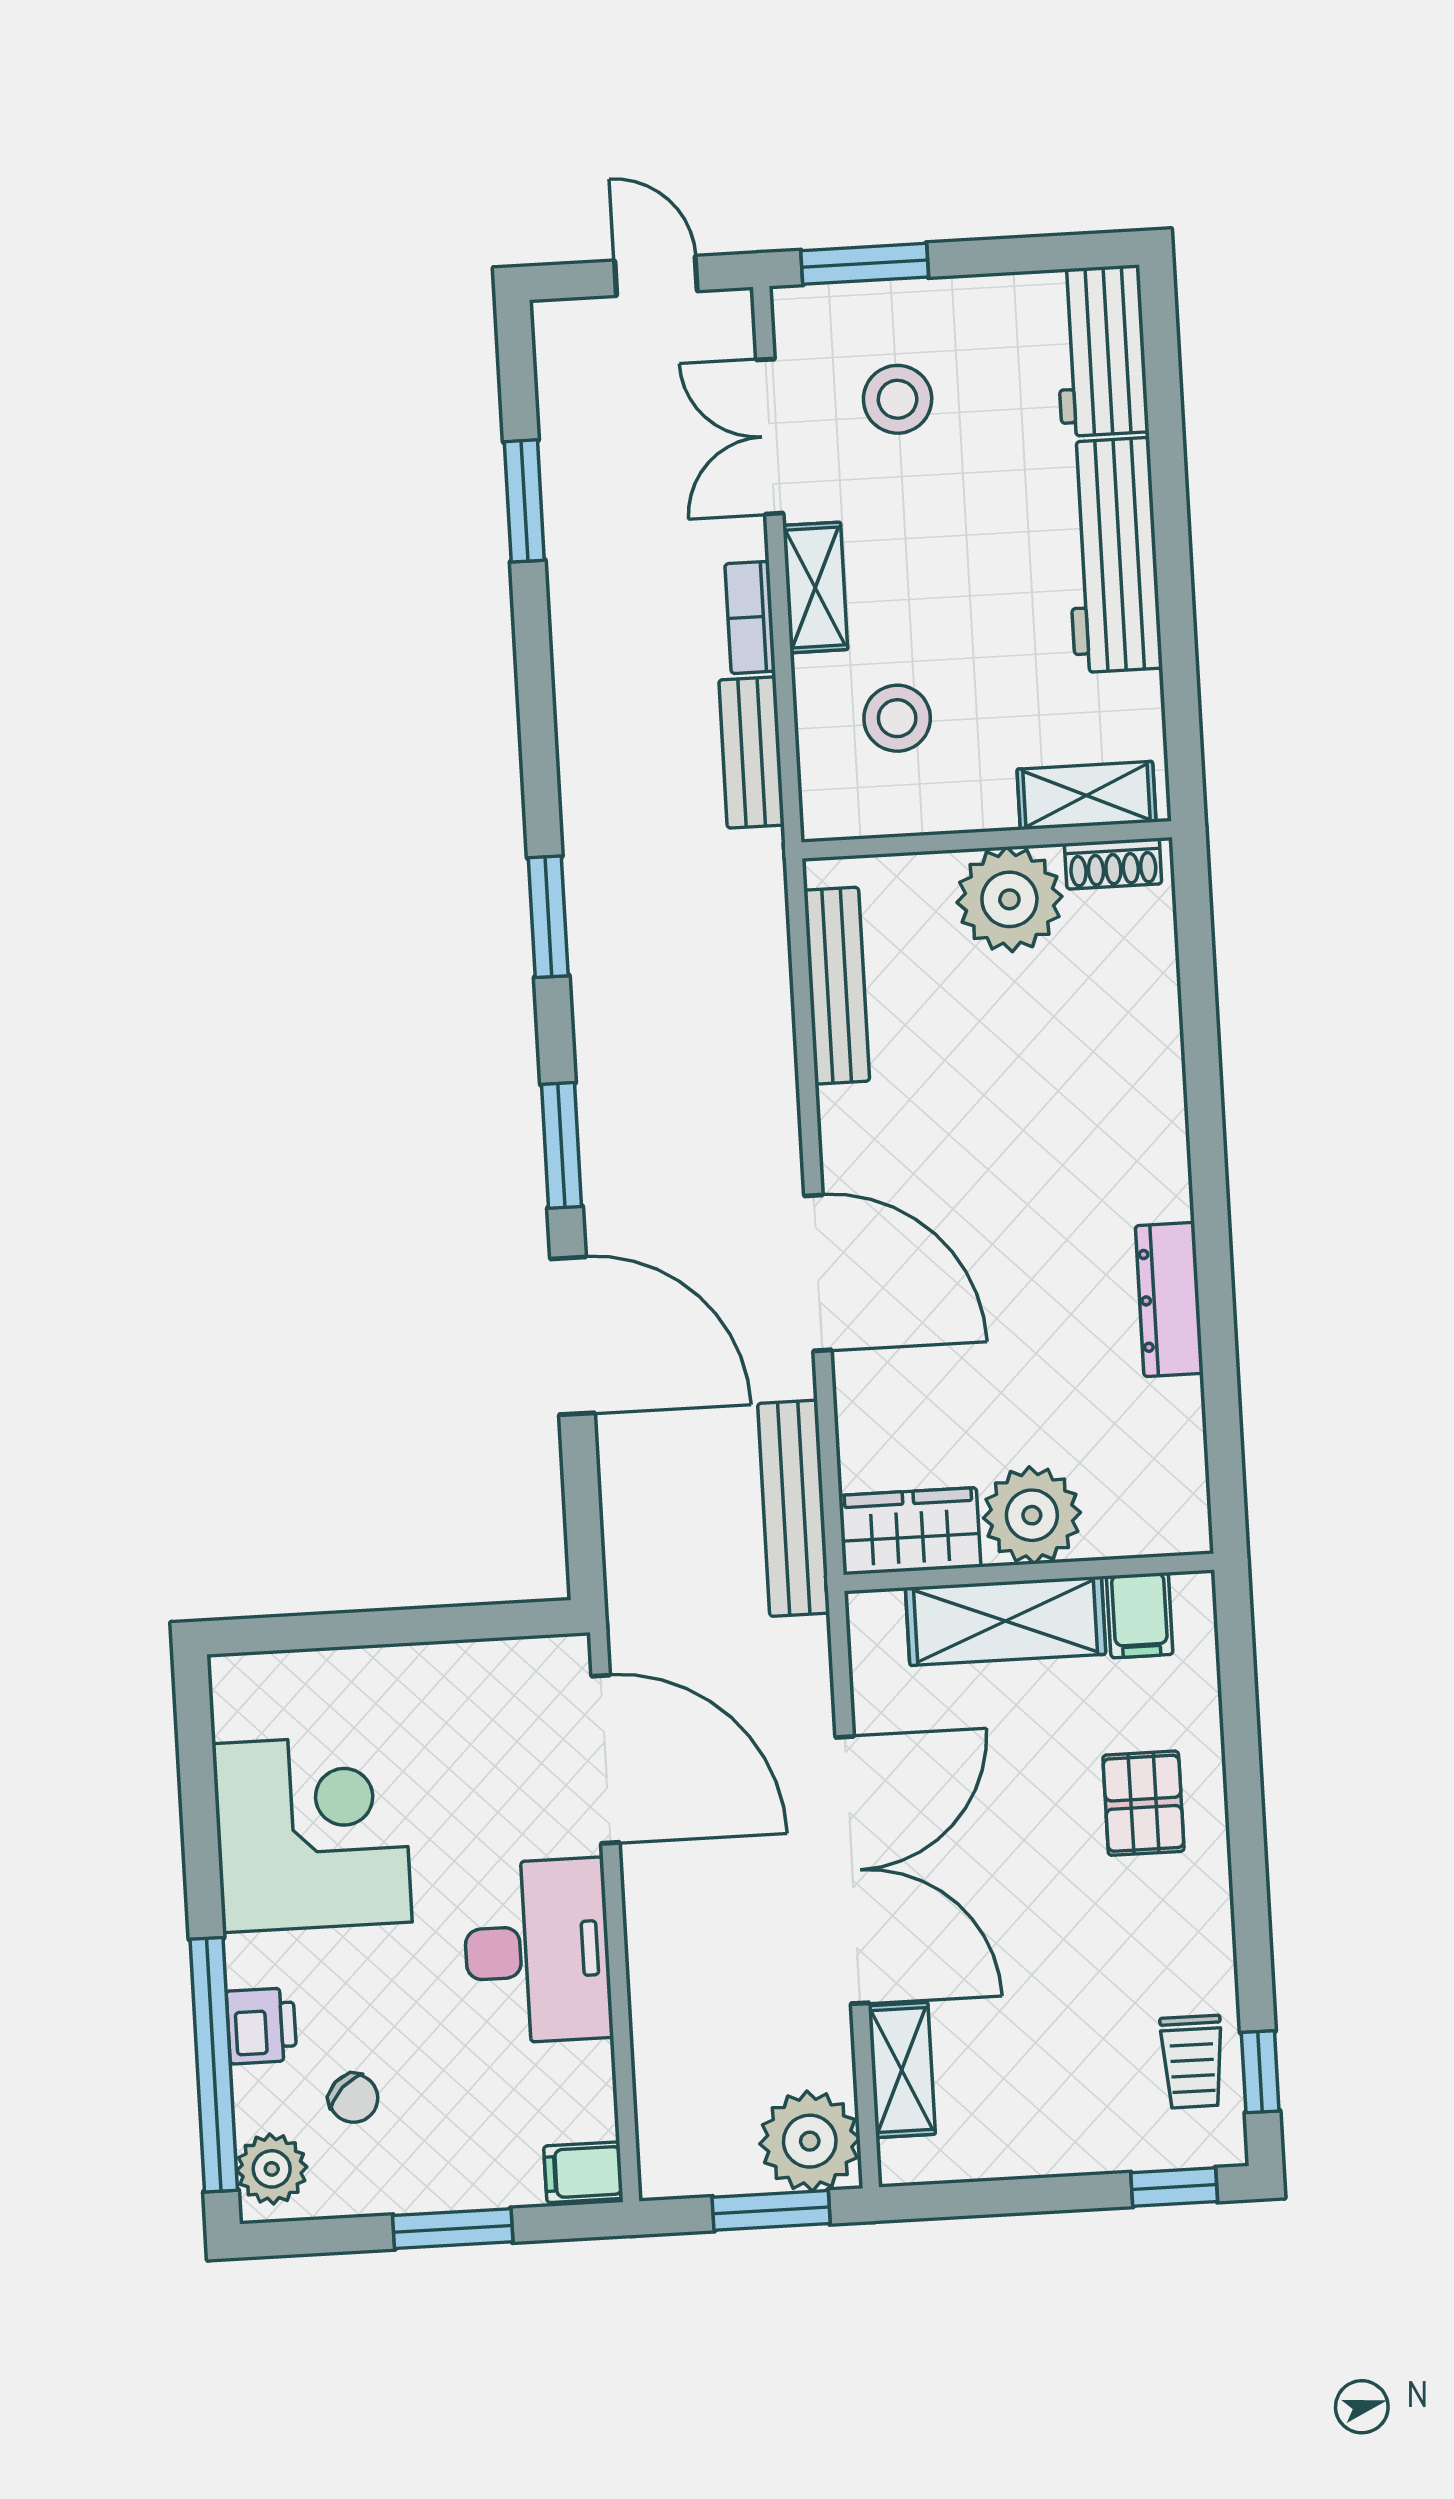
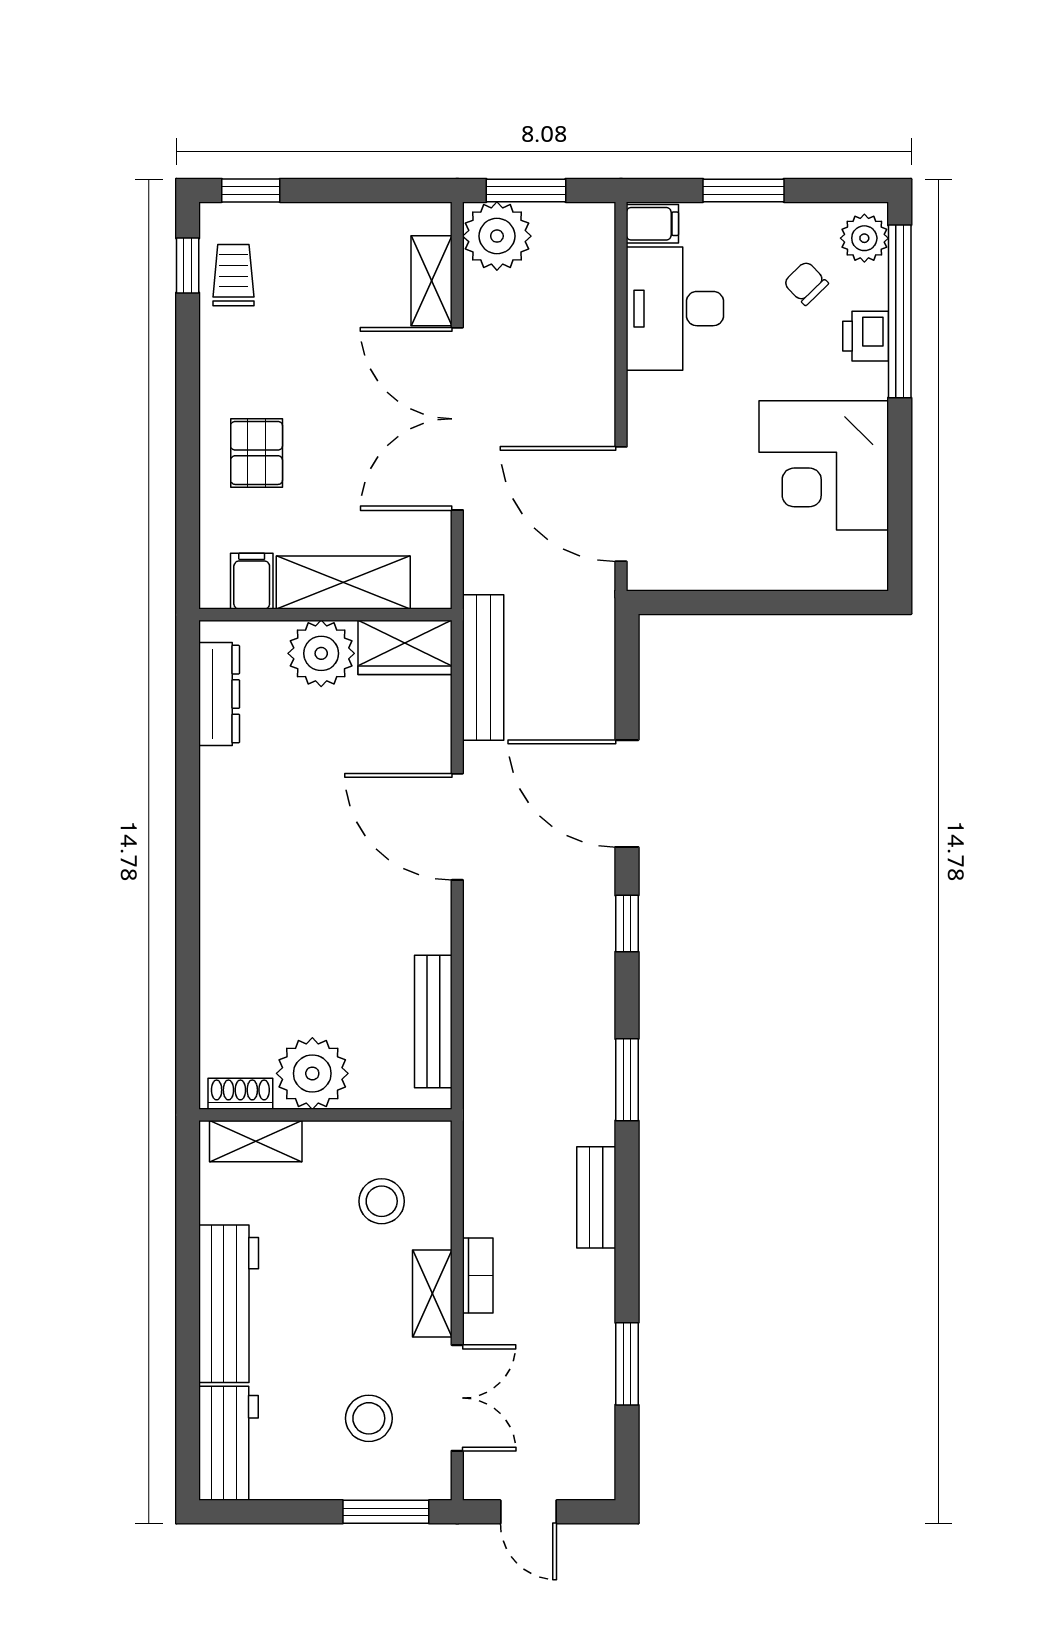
bench: (752, 752) -> (596, 1197), moved
window: (561, 1145) -> (627, 924), width x0.67
dresser: (1169, 1300) -> (219, 694), moved
desk: (537, 1951) -> (675, 309), moved

